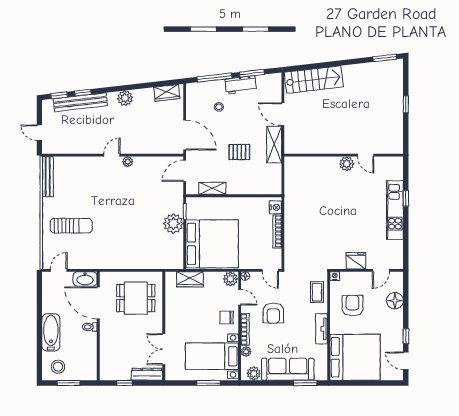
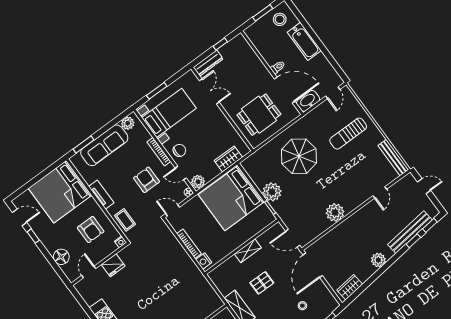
door: (185, 135) -> (313, 265), hinge flipped
door: (112, 155) -> (380, 192), moved
plant: (128, 162) -> (335, 212), width x1.88, depth x1.88
door: (185, 171) -> (293, 238), swing flipped
shelving: (212, 188) -> (248, 251), moved
parasol: (128, 237) -> (299, 156), added
plant: (246, 352) -> (146, 135), removed

